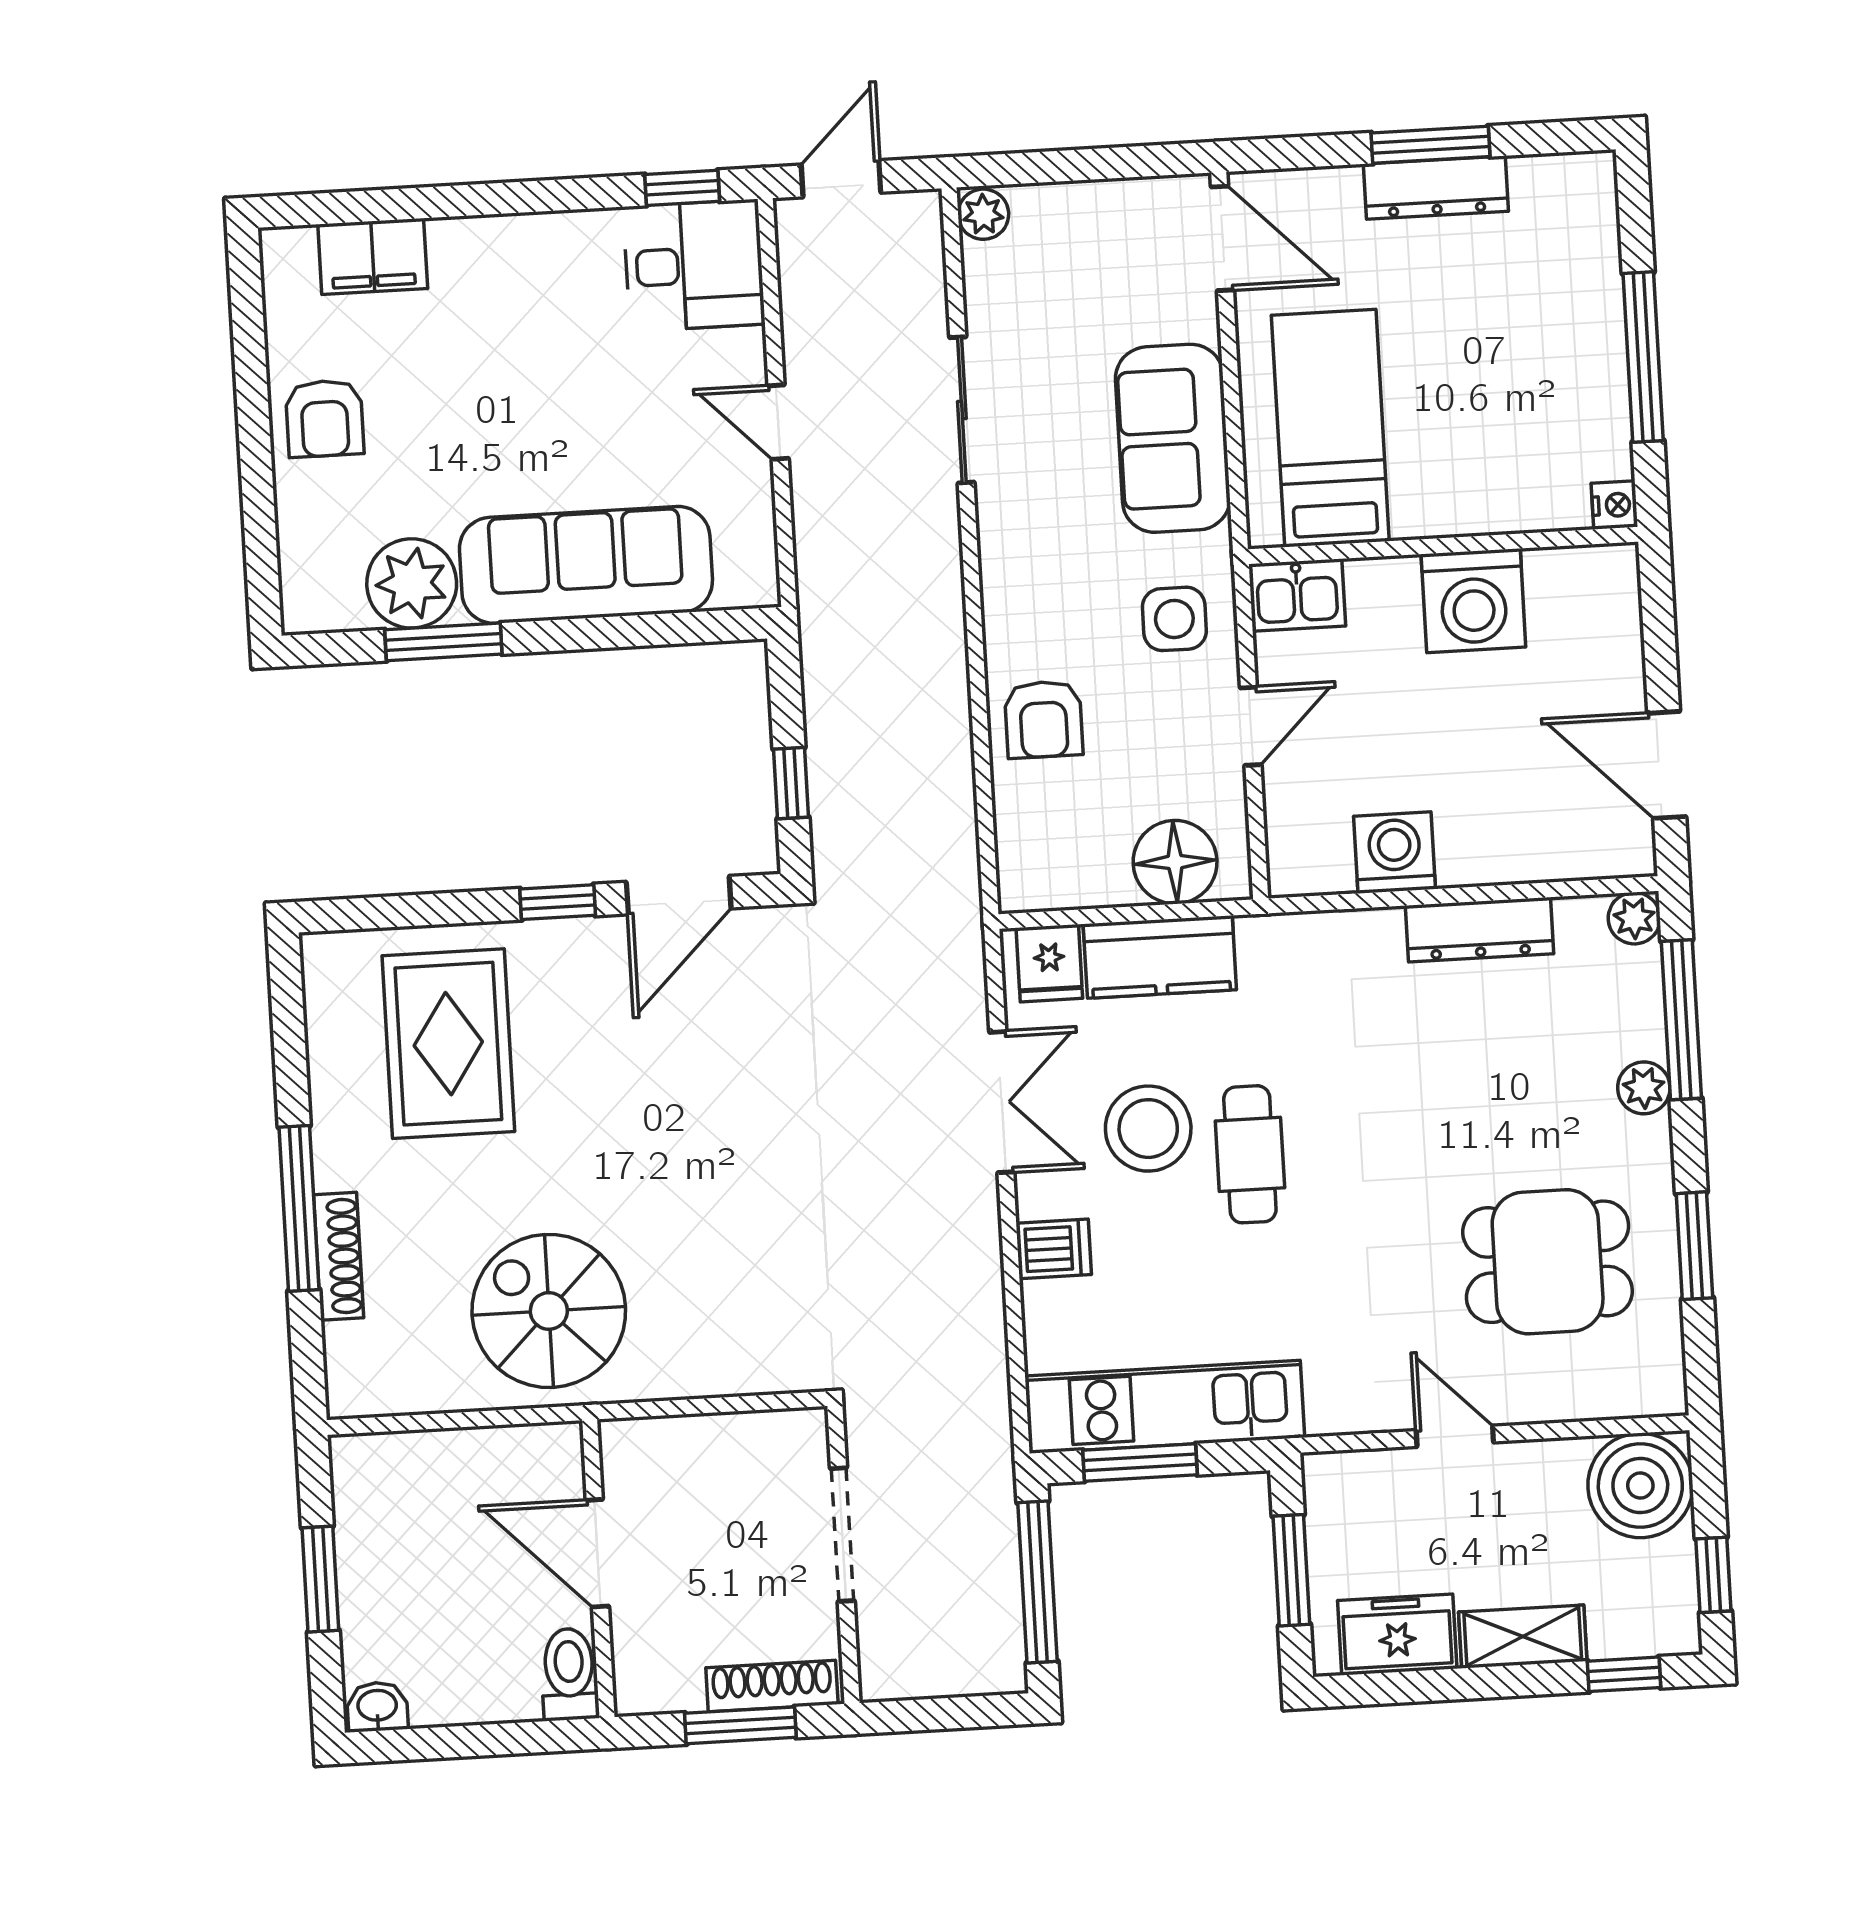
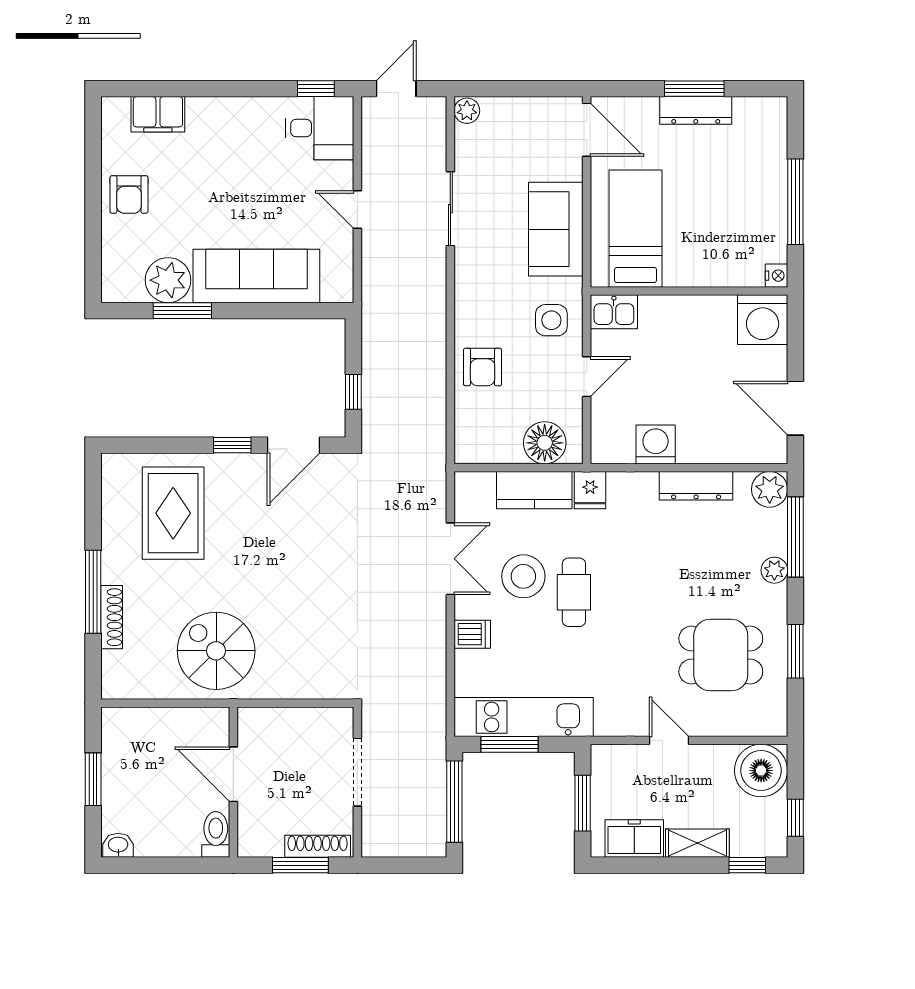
washing machine: (1473, 601) -> (763, 320), moved
plant: (1634, 918) -> (770, 489), width x1.38, depth x1.38
fridge: (1049, 963) -> (590, 490), moved

